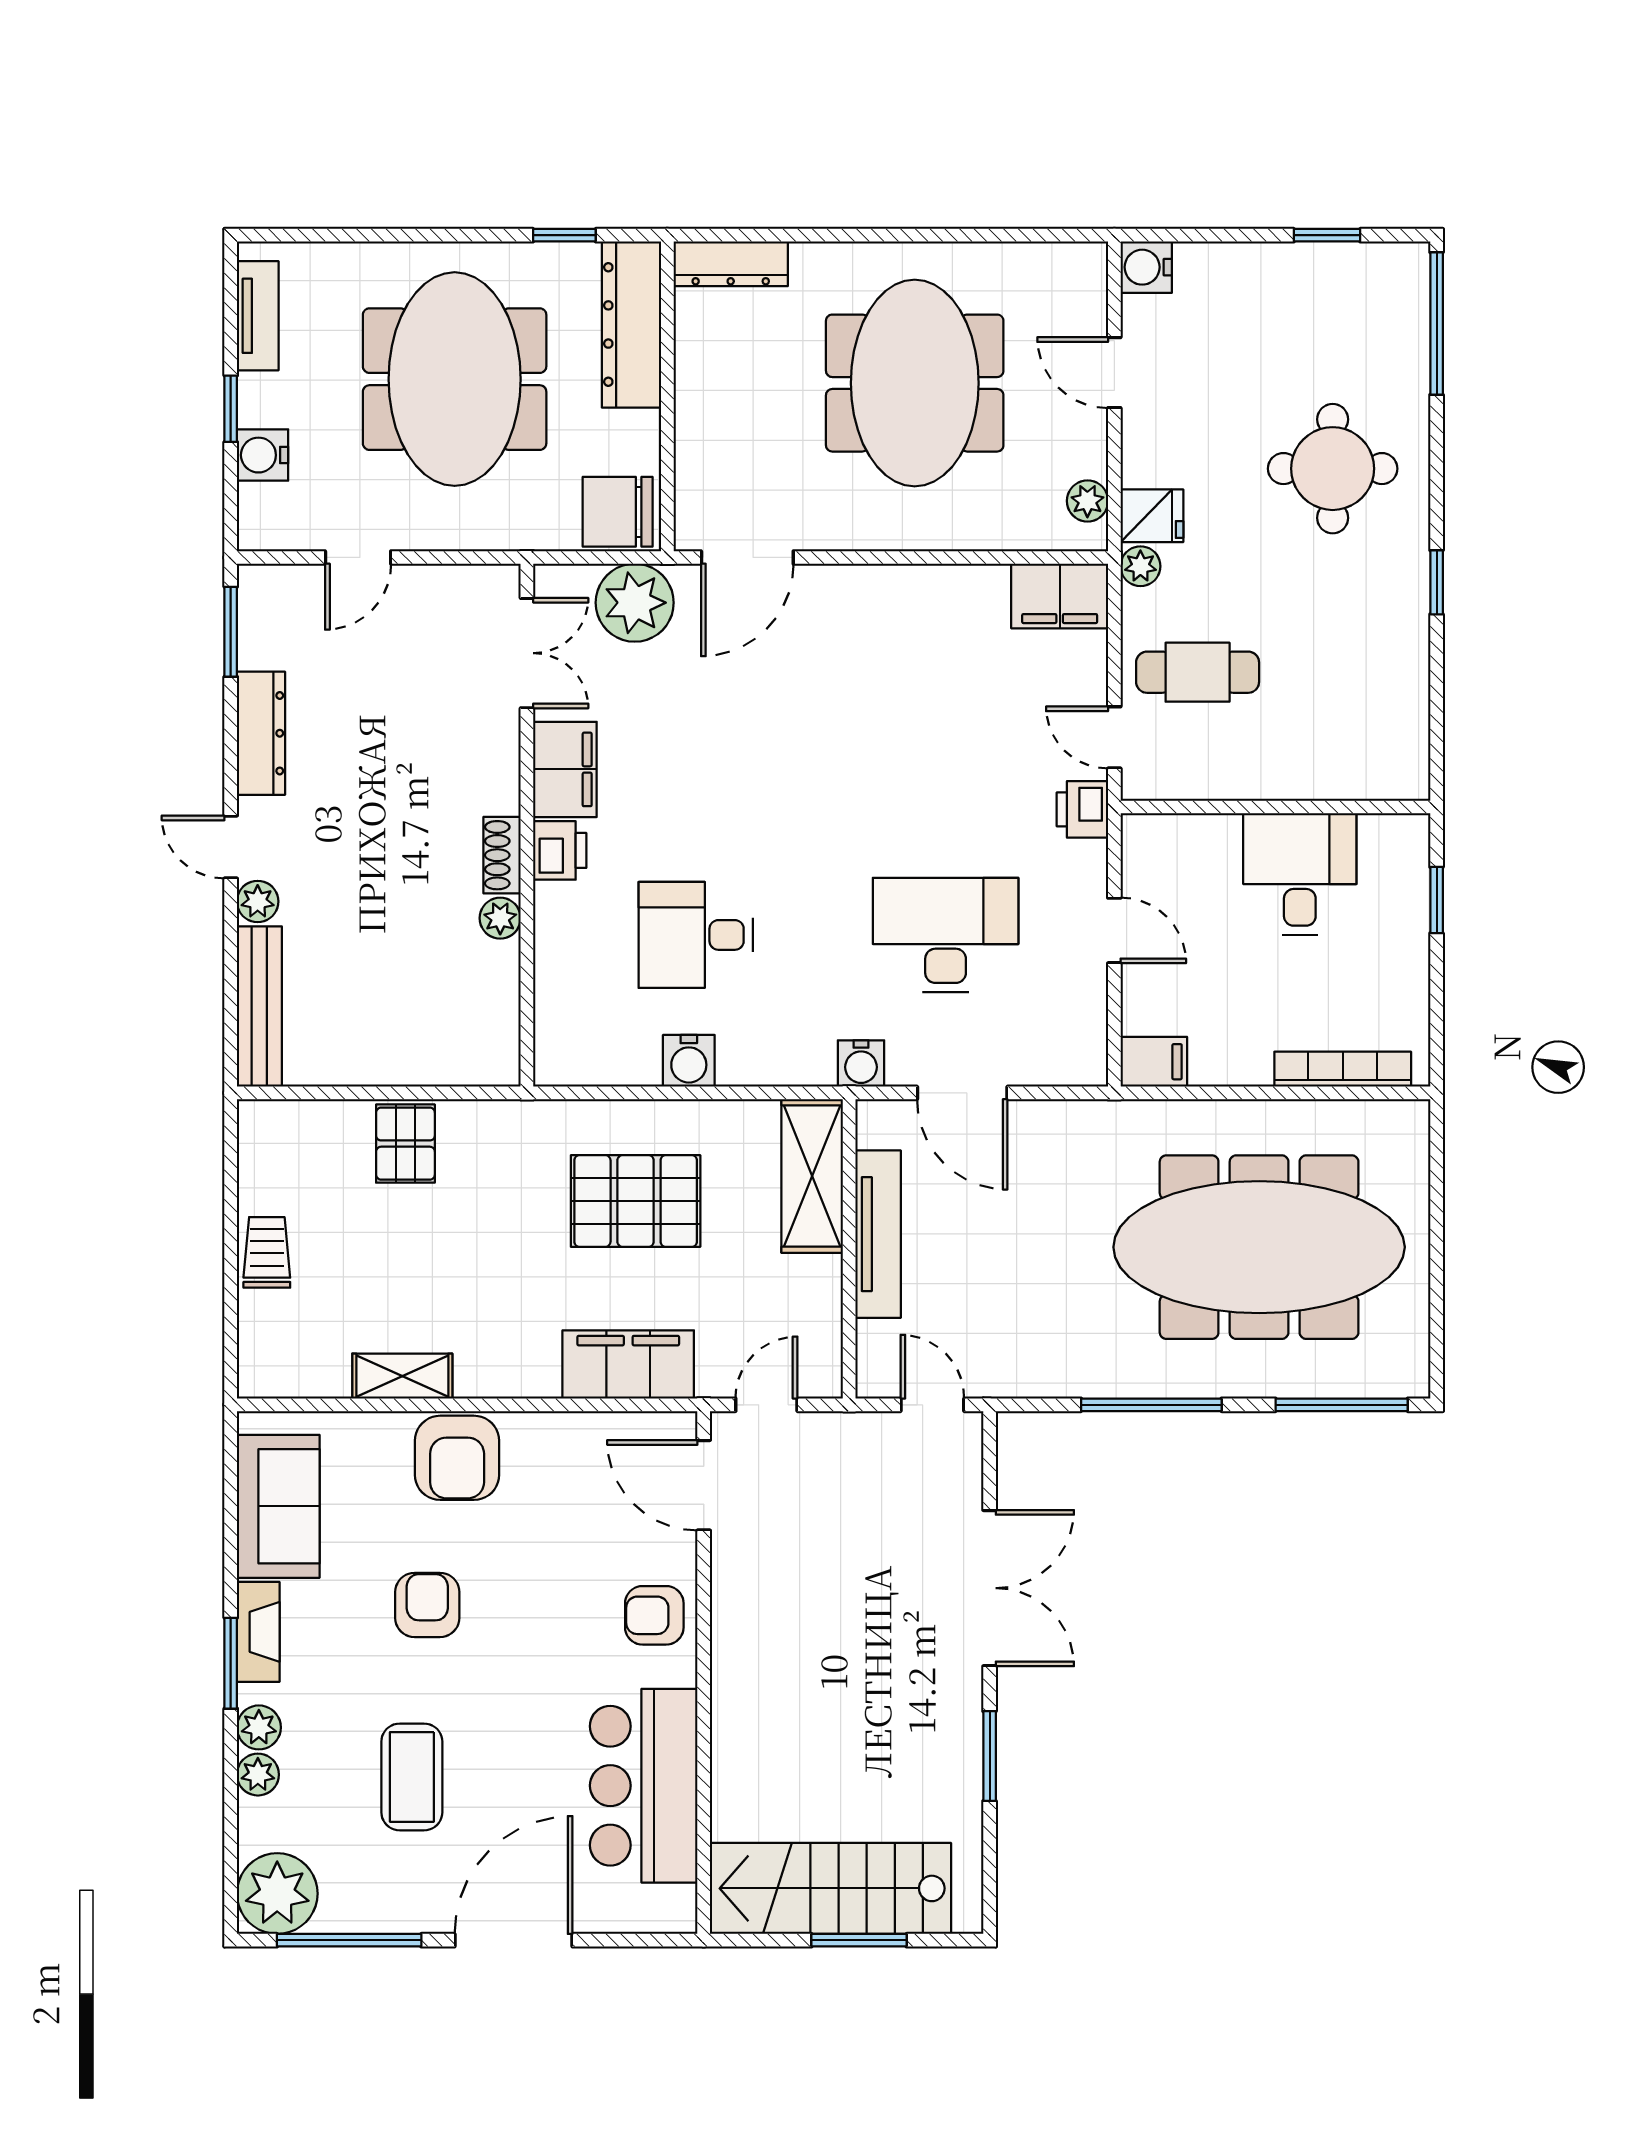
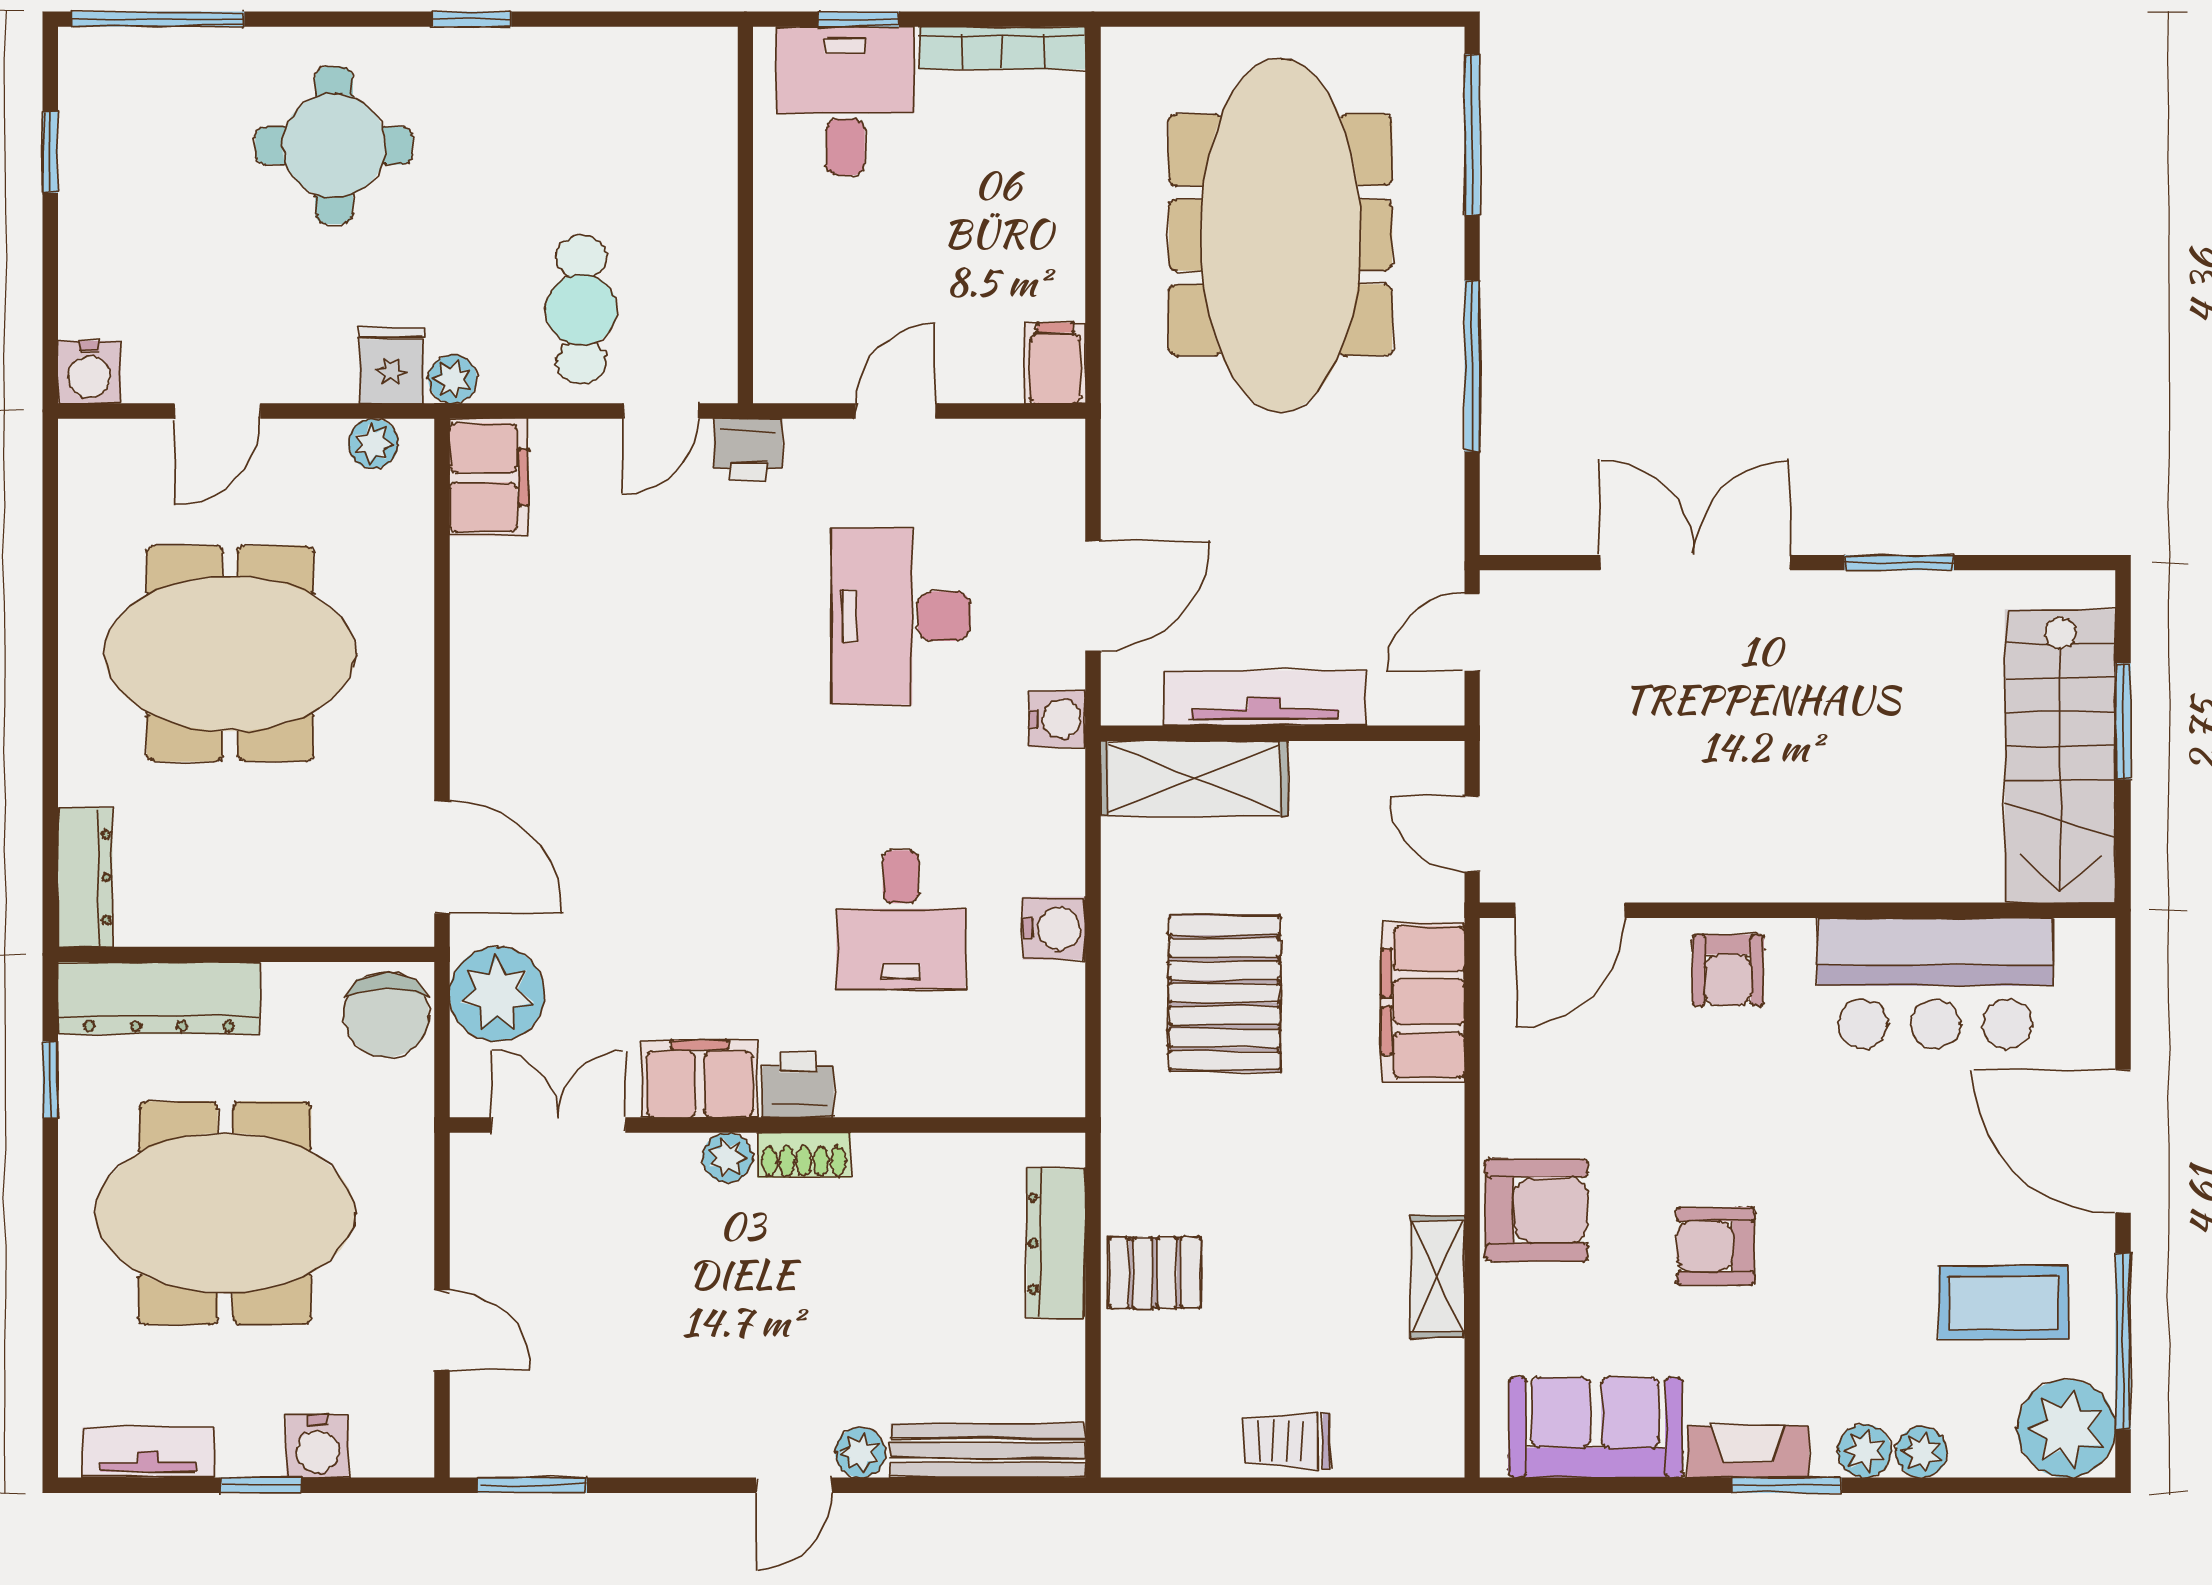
dresser: (261, 733) -> (1056, 1243), moved, turned -90
desk: (1300, 874) -> (845, 101), moved, turned 90
plant: (500, 918) -> (727, 1158), moved
bookcase: (1343, 1069) -> (1002, 48), moved, turned -90
coffee table: (412, 1777) -> (2004, 1303), moved

